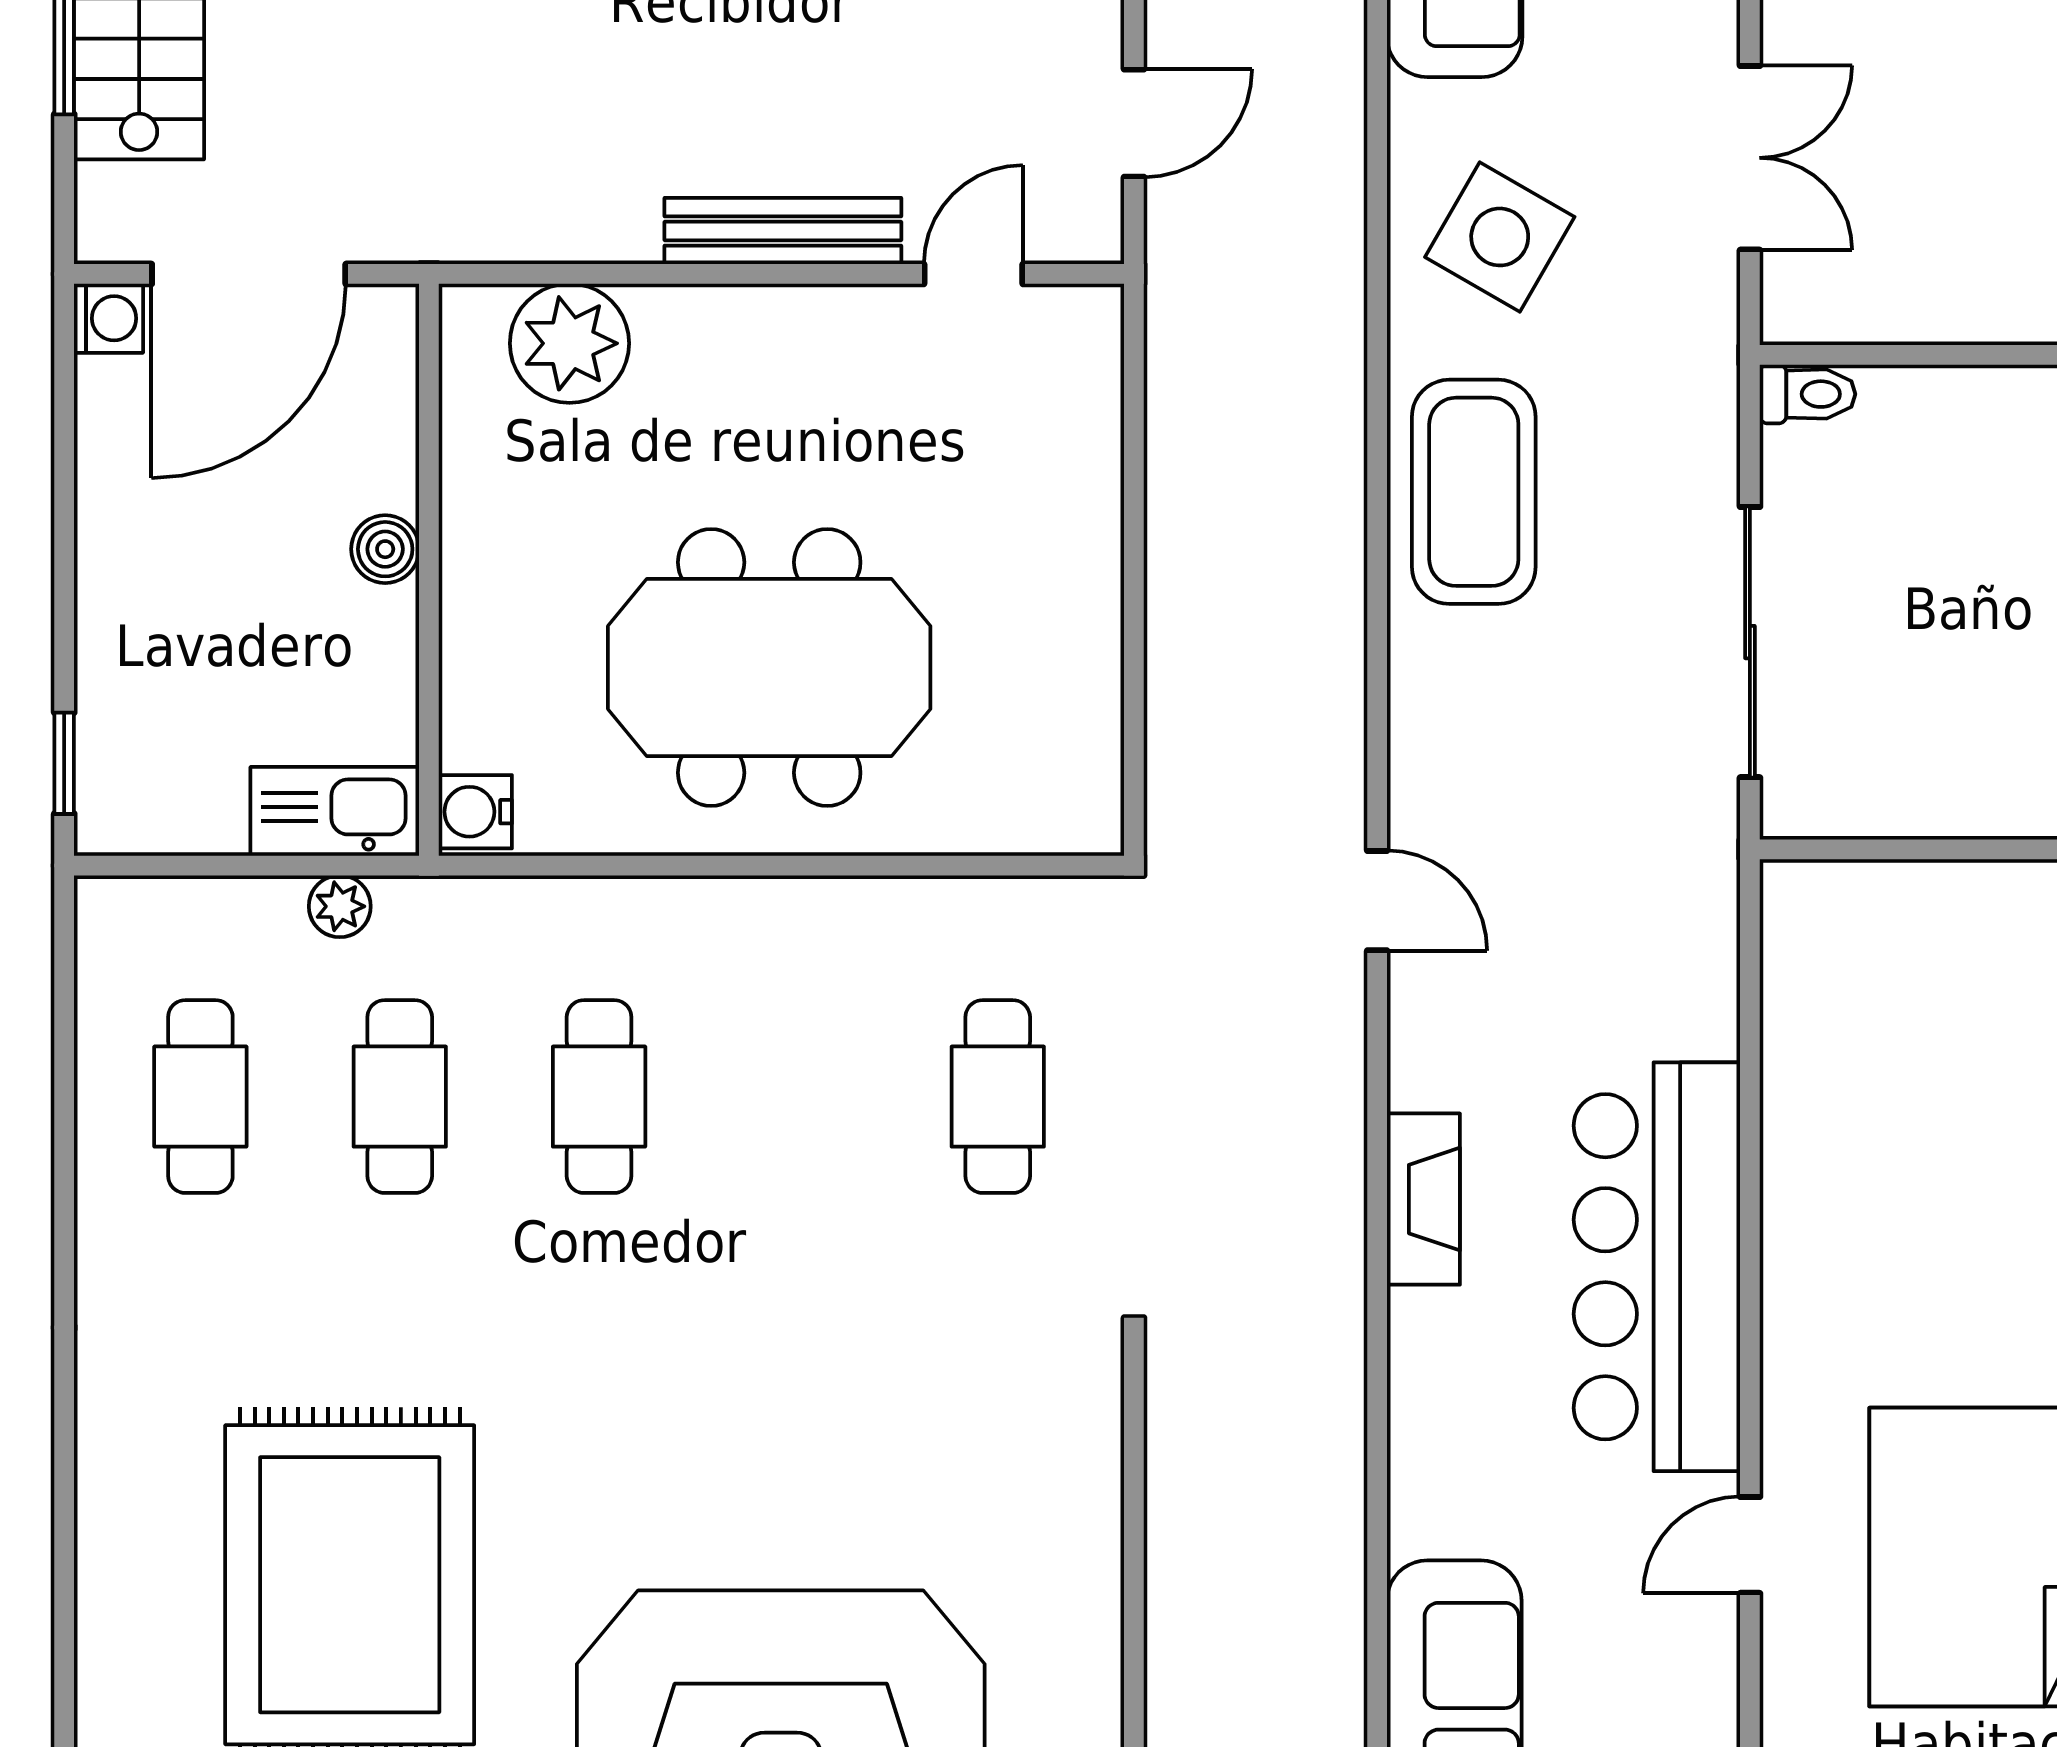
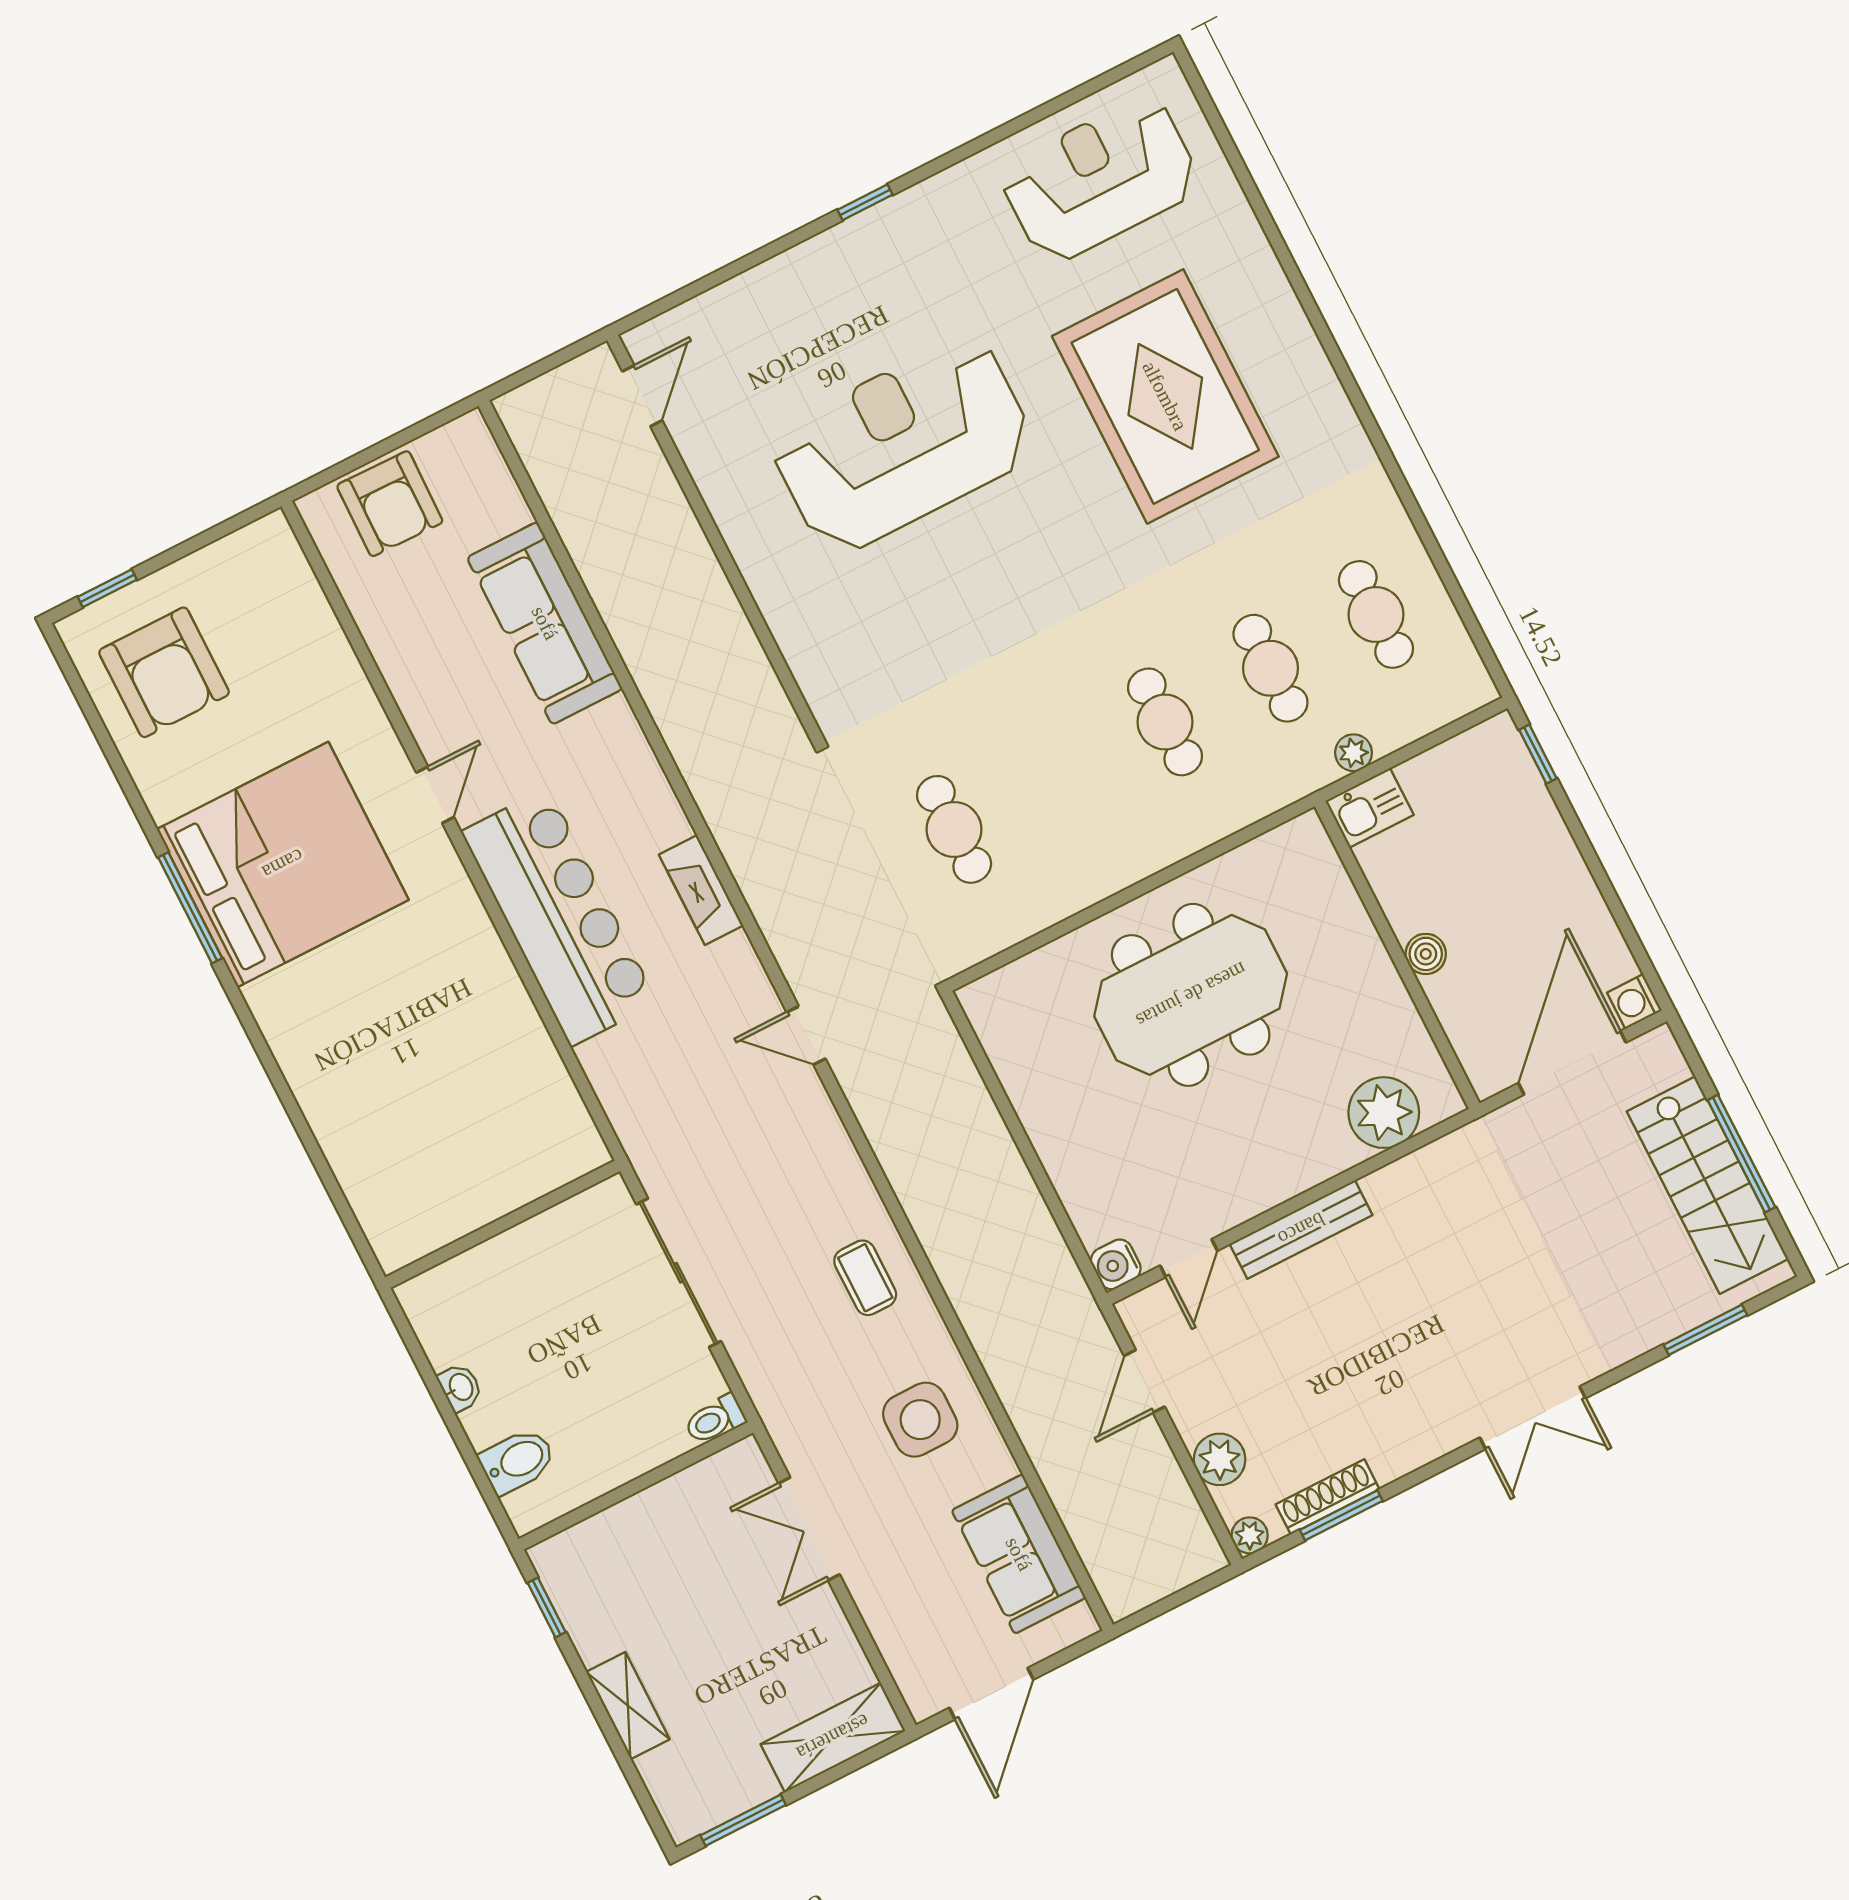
side table: (1500, 237) -> (920, 1420), turned -30
coffee table: (1474, 492) -> (865, 1278), width x0.54, depth x0.58
kitchen sink: (335, 811) -> (1370, 808), width x0.73
water cooler: (475, 812) -> (1116, 1264), moved, turned 180

